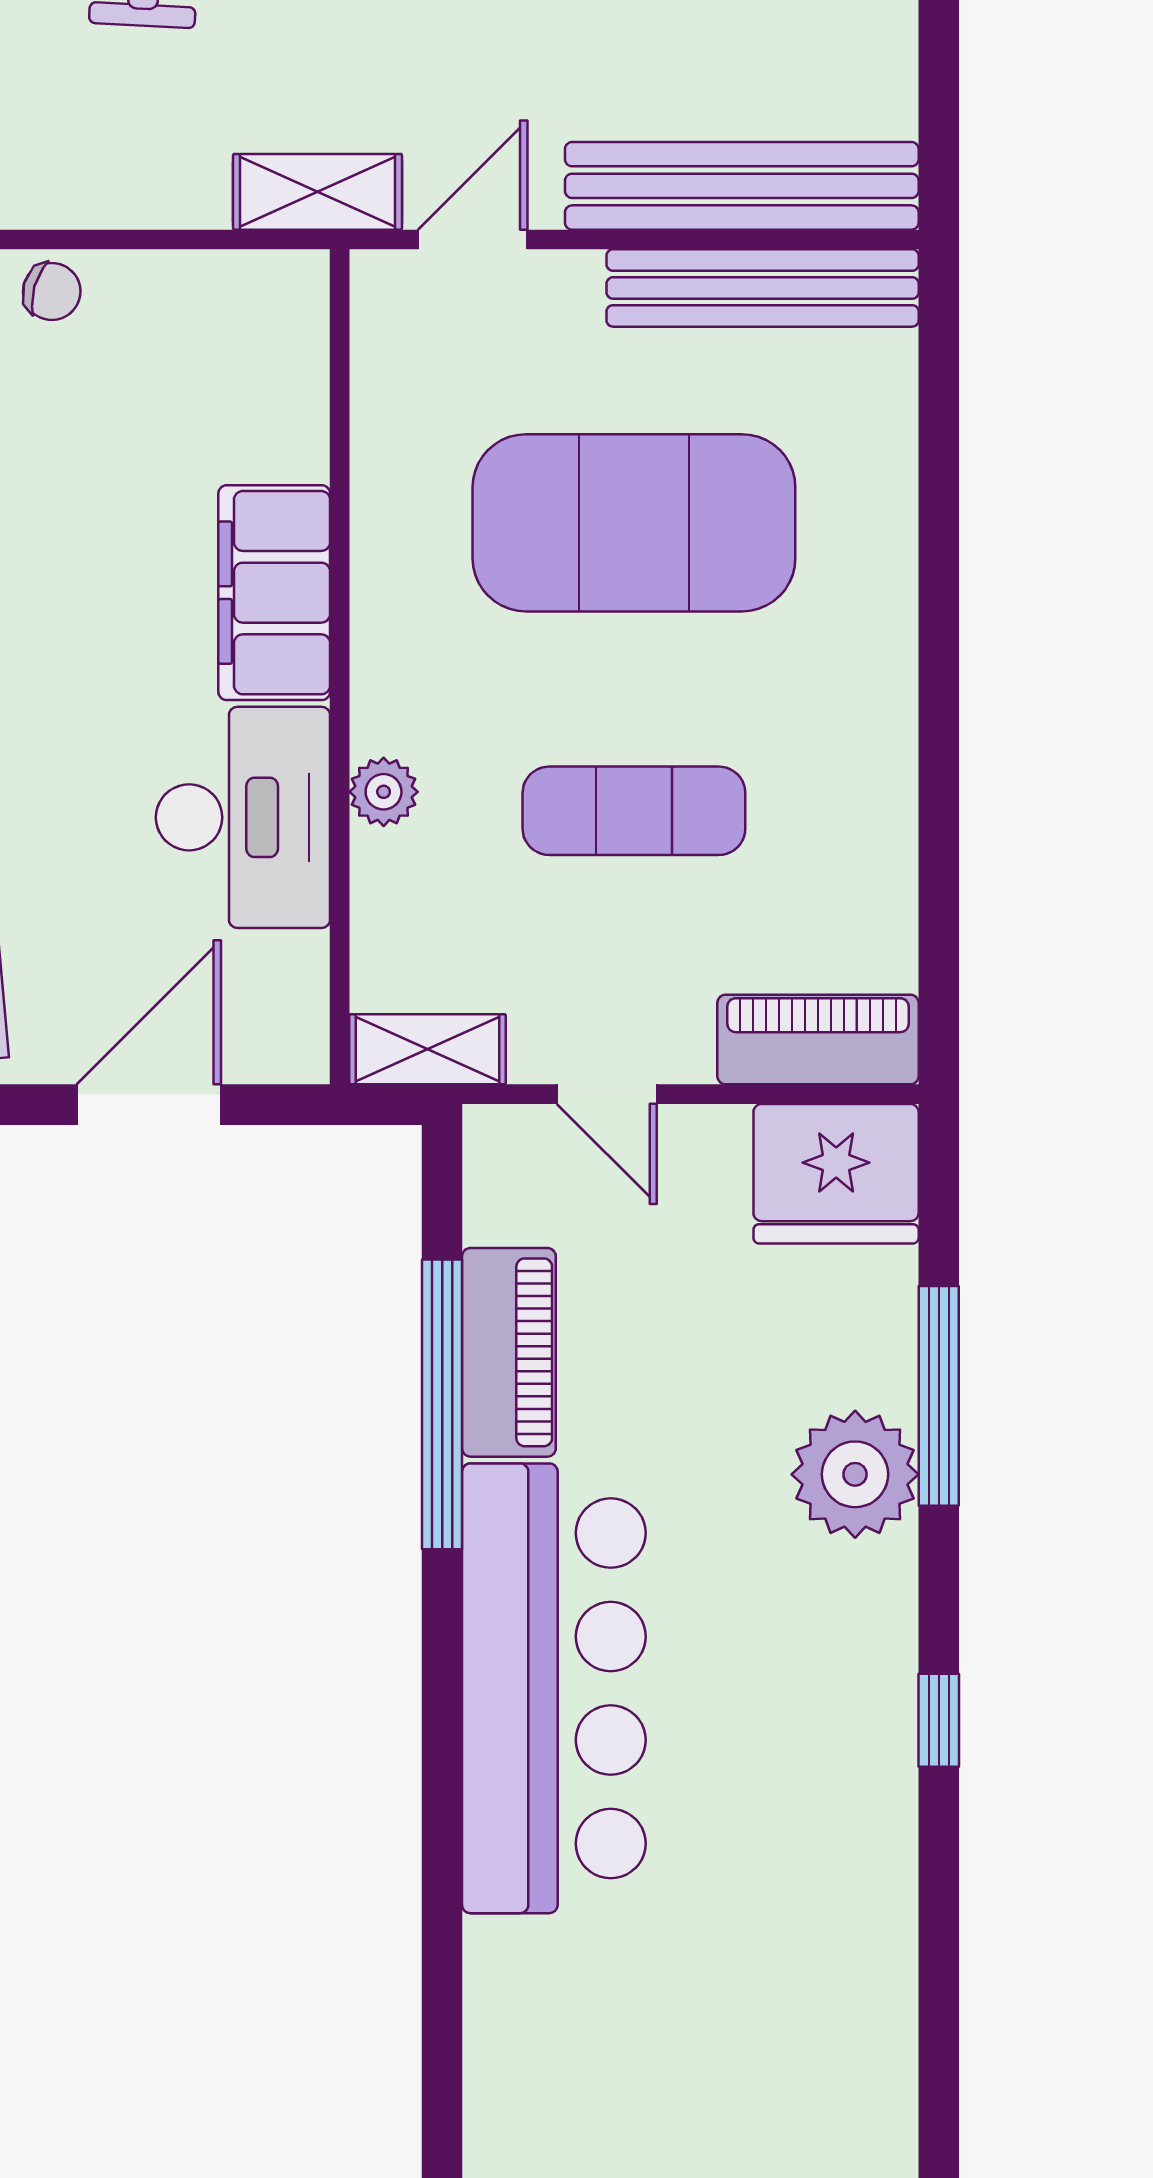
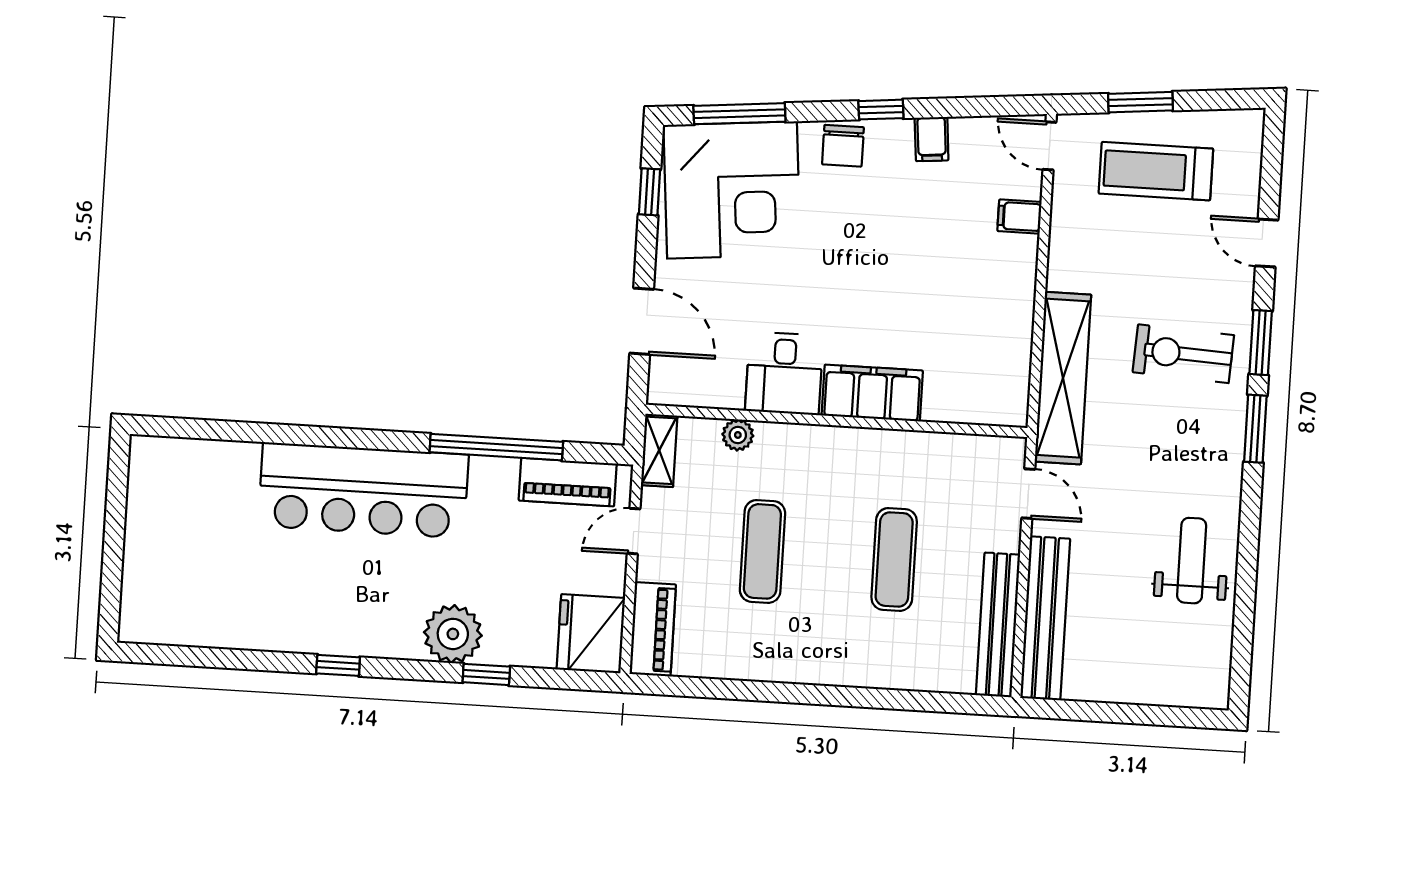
shelving: (318, 192) -> (1063, 378), width x2.20, depth x1.33
chair: (52, 291) -> (1016, 300), removed
exercise mat: (634, 523) -> (894, 559), width x0.50, depth x0.69
plant: (384, 792) -> (738, 435), moved
desk: (243, 817) -> (784, 373), width x0.73
piano: (509, 1352) -> (568, 482), moved
window: (939, 1396) -> (486, 674), width x0.46

